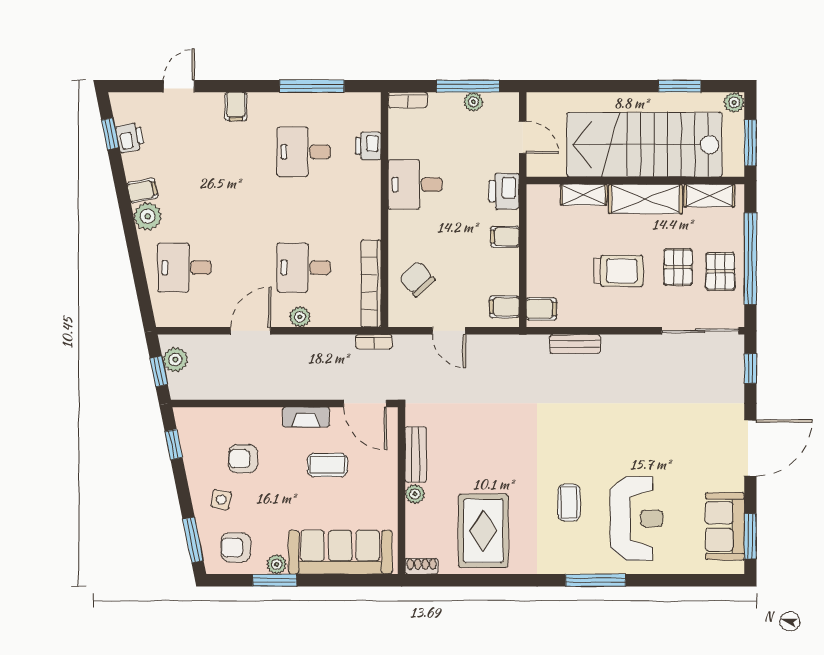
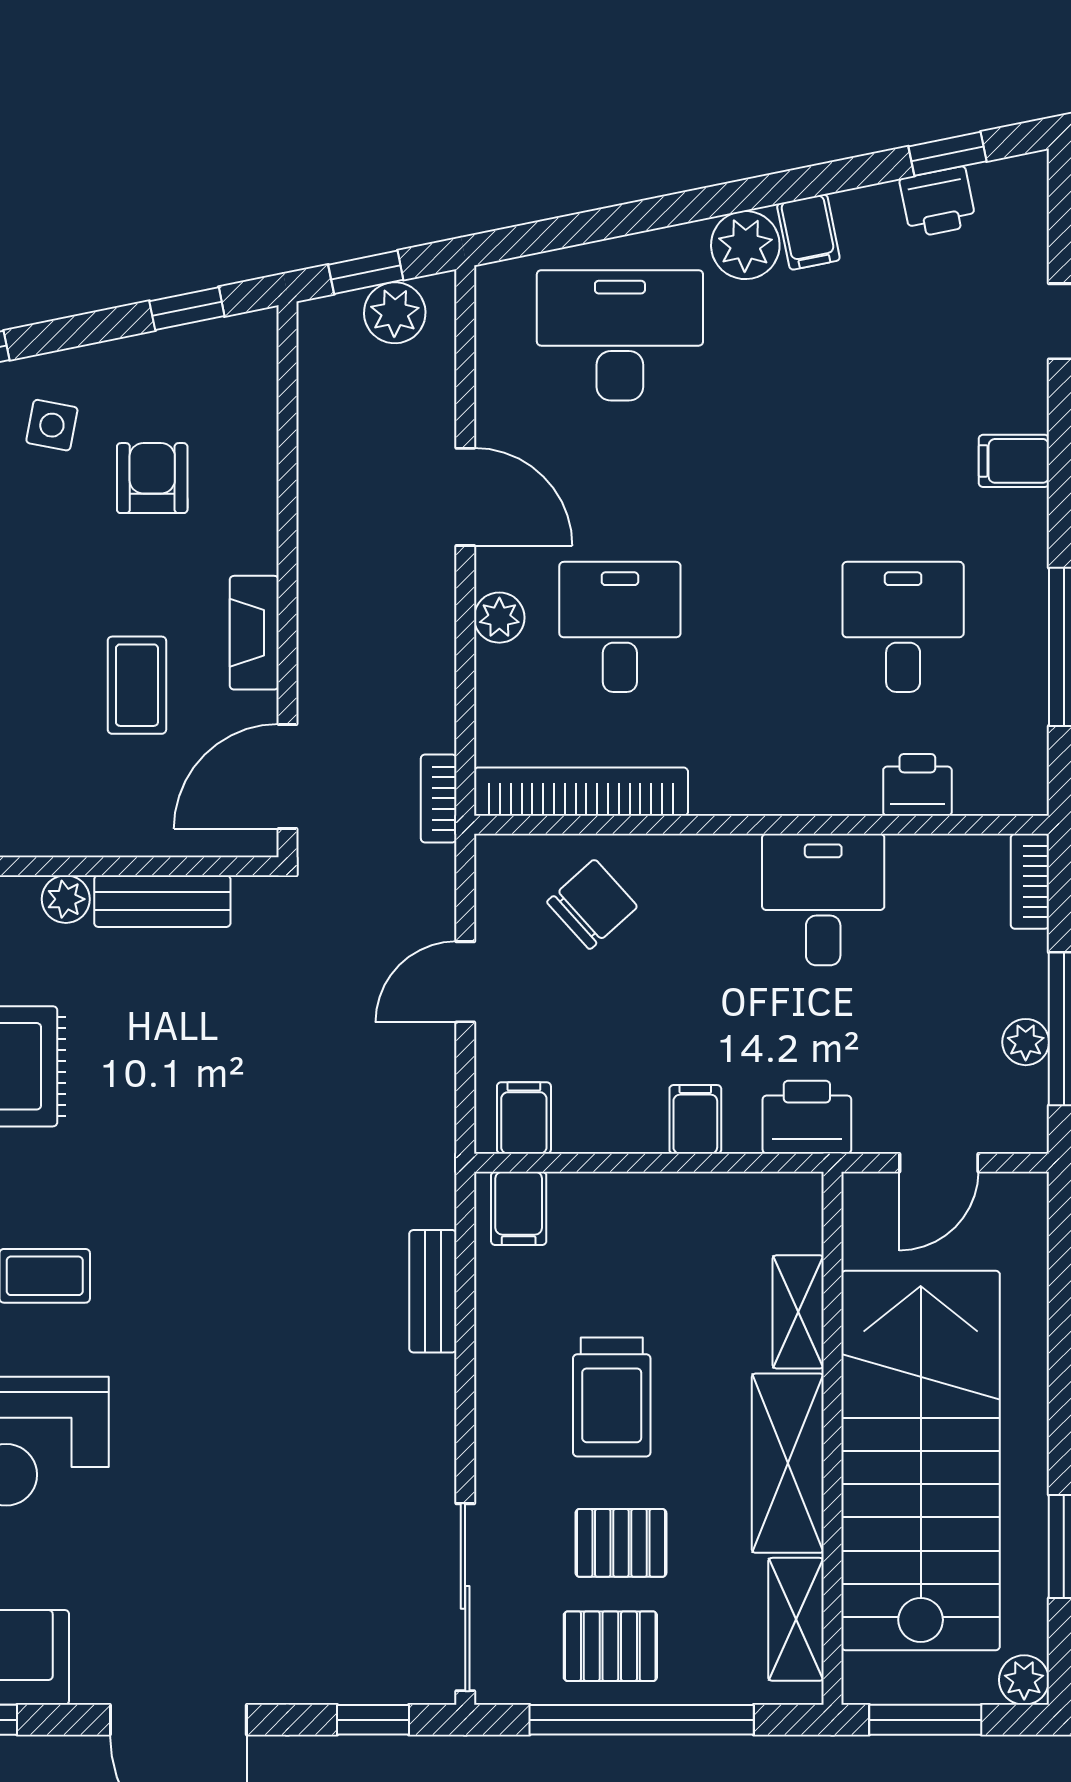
desk: (185, 268) -> (620, 335), width x1.37

